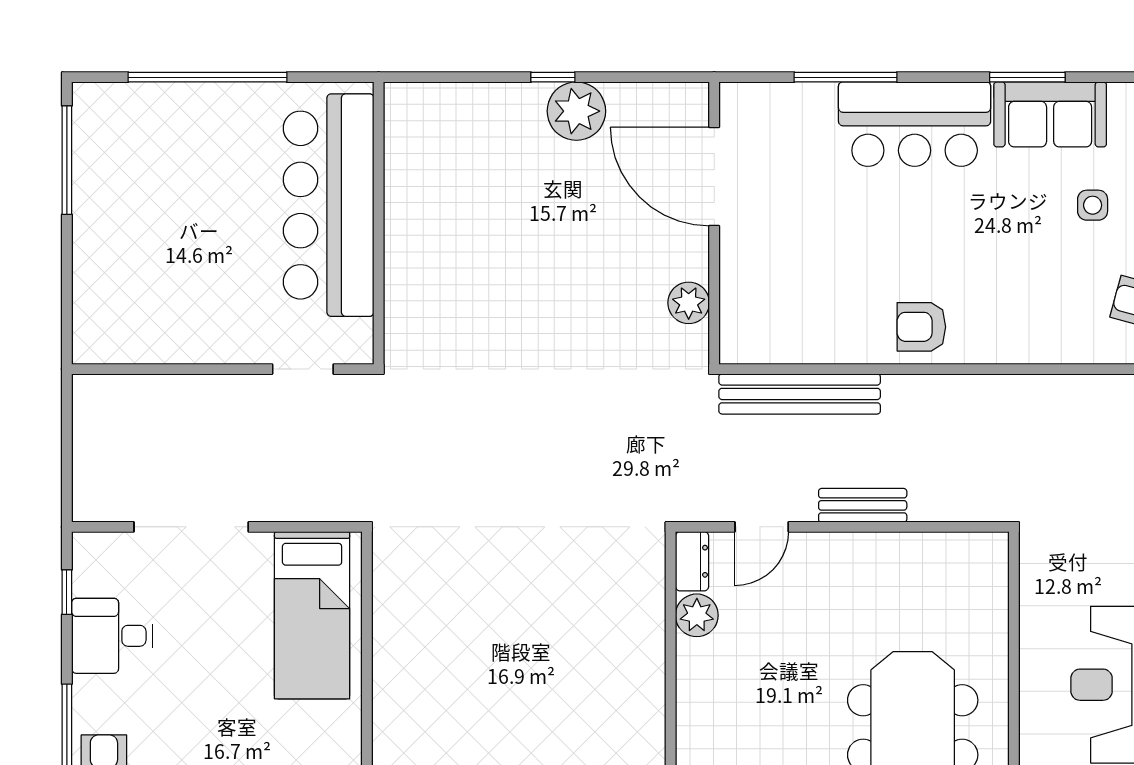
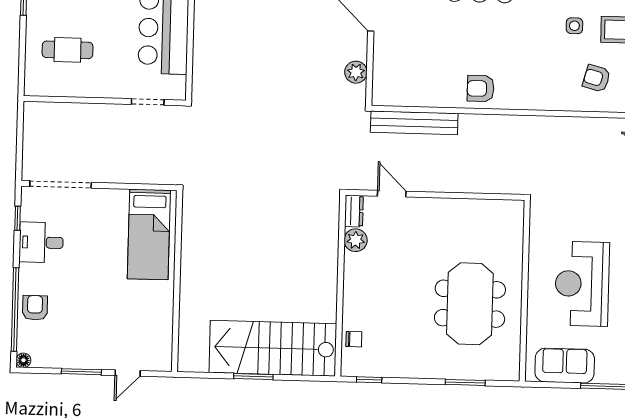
cafe table: (151, 276) -> (68, 50), added
bench: (863, 505) -> (446, 184), removed
doorway: (191, 527) -> (61, 184), moved
door: (762, 527) -> (392, 194), swing flipped

